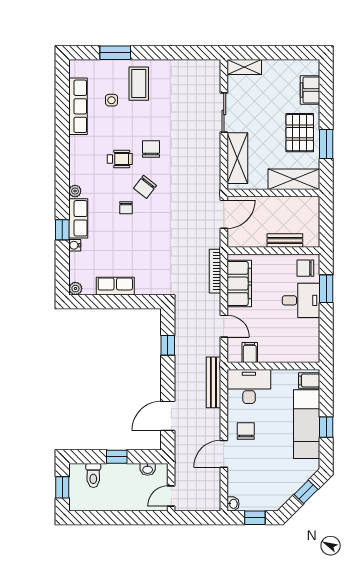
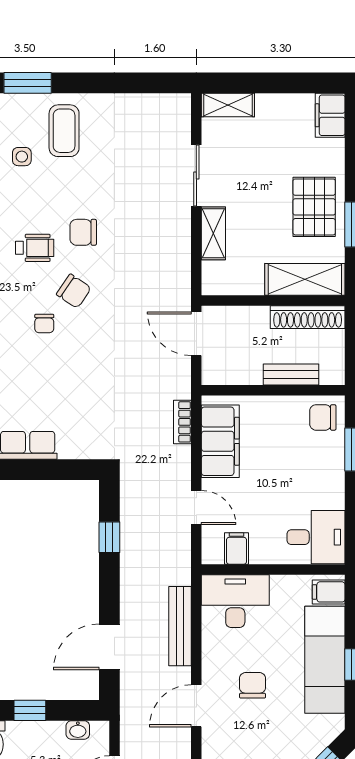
filing cabinet: (310, 90) -> (330, 115), moved
chair: (151, 149) -> (83, 232), turned -90
shelving: (237, 158) -> (213, 233), width x0.67, depth x0.75
chair: (145, 187) -> (74, 291), turned -94
shoe rack: (296, 204) -> (308, 317), added
door: (224, 214) -> (196, 334), swing flipped
bookcase: (215, 271) -> (182, 422), width x0.64
desk: (301, 300) -> (316, 537), moved
bench: (213, 382) -> (180, 626), moved
chair: (246, 431) -> (253, 685), moved

